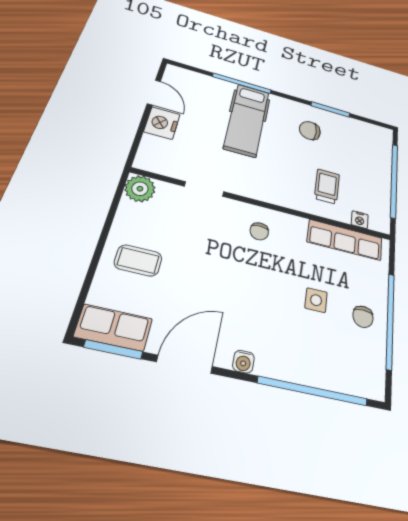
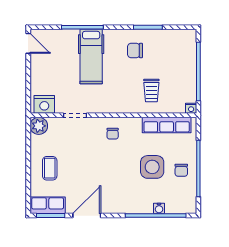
door: (154, 92) -> (28, 43), moved
nightstand: (162, 123) -> (44, 104), moved, turned -90
trolley: (327, 186) -> (151, 91), turned 180
nightstand: (360, 220) -> (191, 108), moved
coffee table: (138, 260) -> (50, 168), turned 90
side table: (316, 300) -> (152, 167), width x1.87, depth x1.87
water cooler: (243, 362) -> (159, 208), moved

